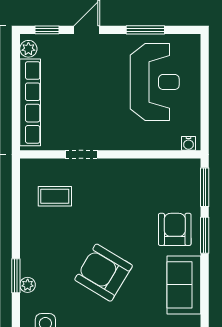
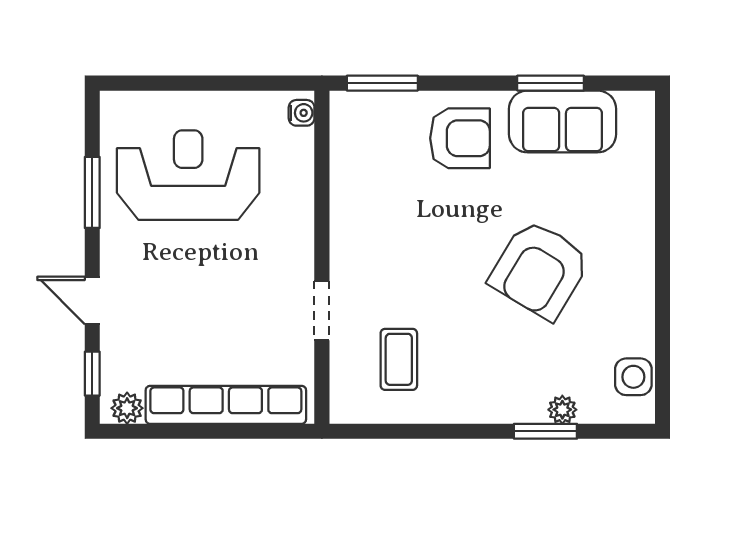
armchair: (175, 229) -> (460, 138), turned 180
window: (205, 235) -> (551, 83), moved

